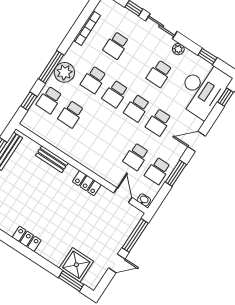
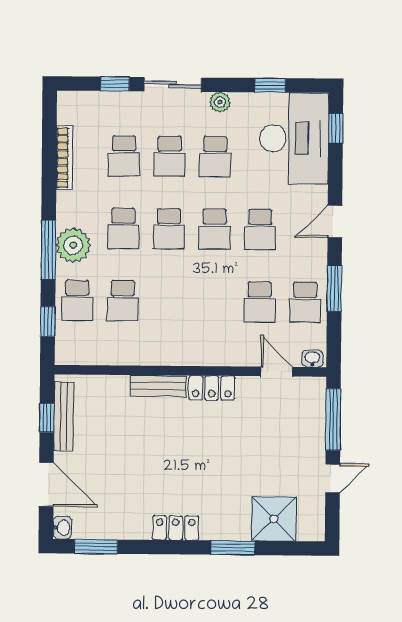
school desk: (138, 60) -> (170, 156), added
bench: (52, 159) -> (158, 386), moved
window: (71, 281) -> (233, 548), moved

